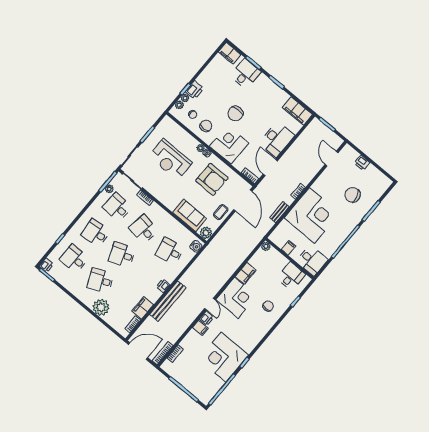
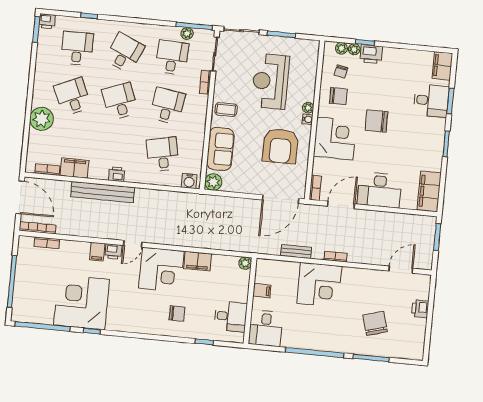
coffee table: (221, 212) -> (226, 109), moved
corner desk: (312, 215) -> (319, 285), width x0.74, depth x0.74
desk: (96, 233) -> (125, 53), turned 30

